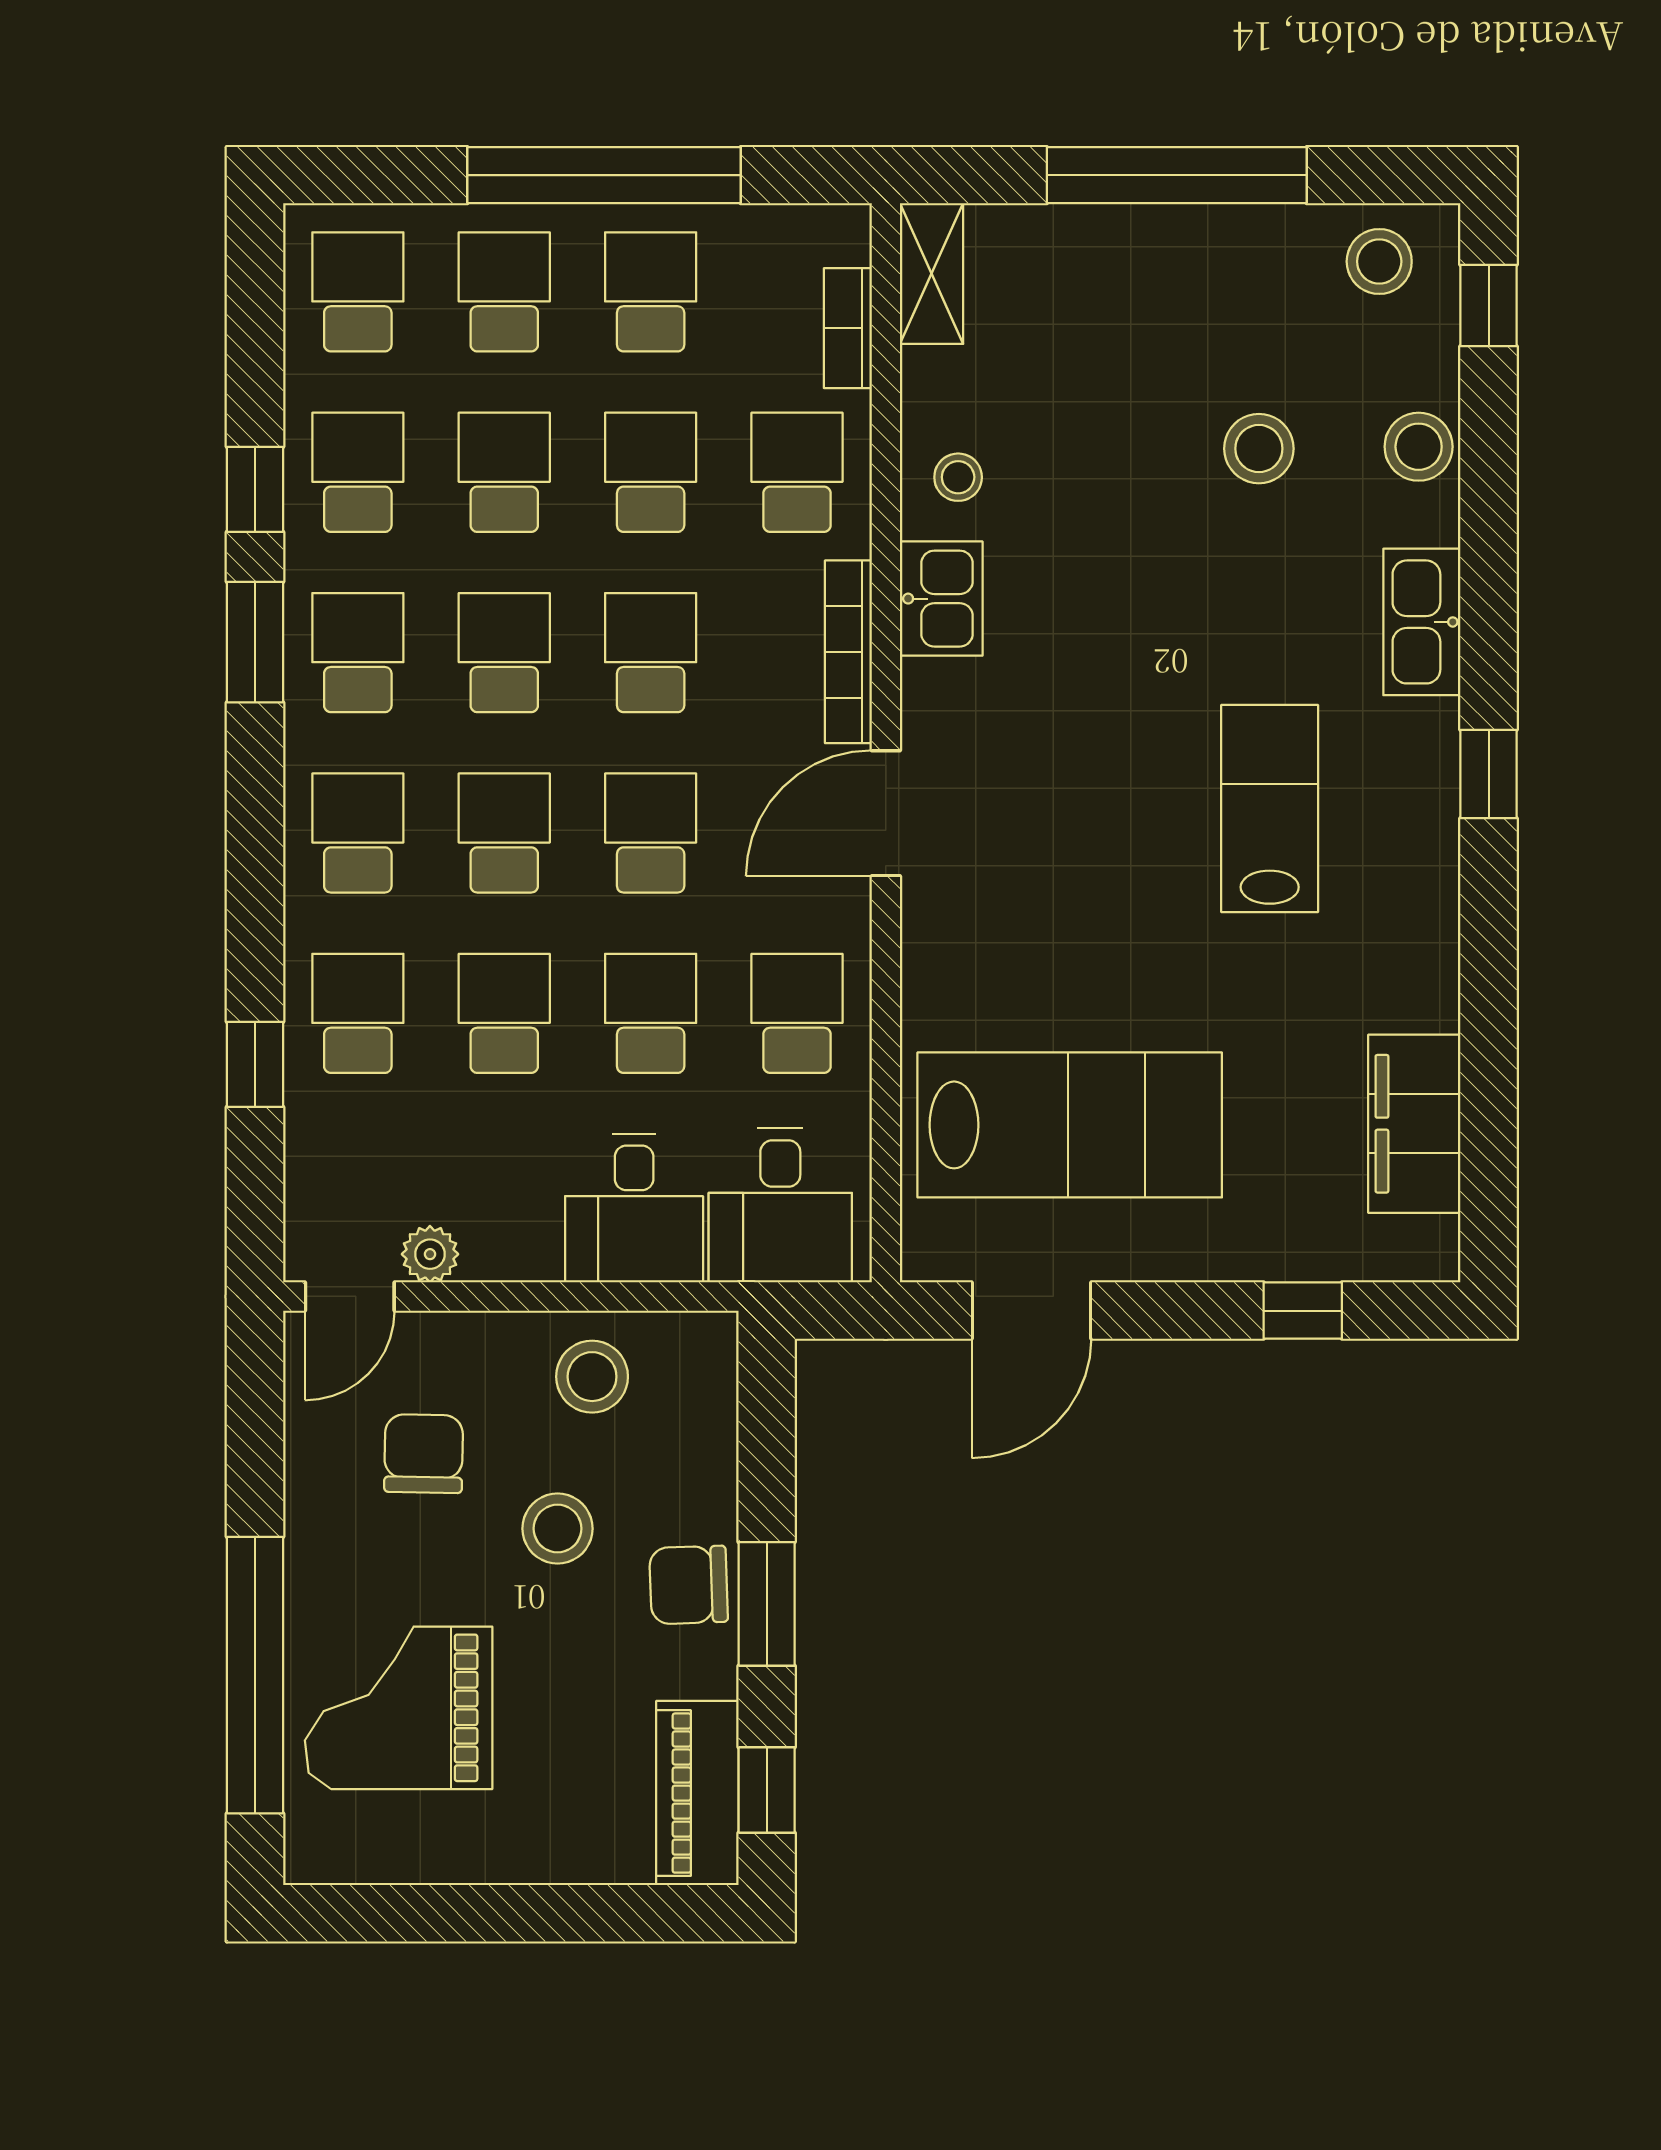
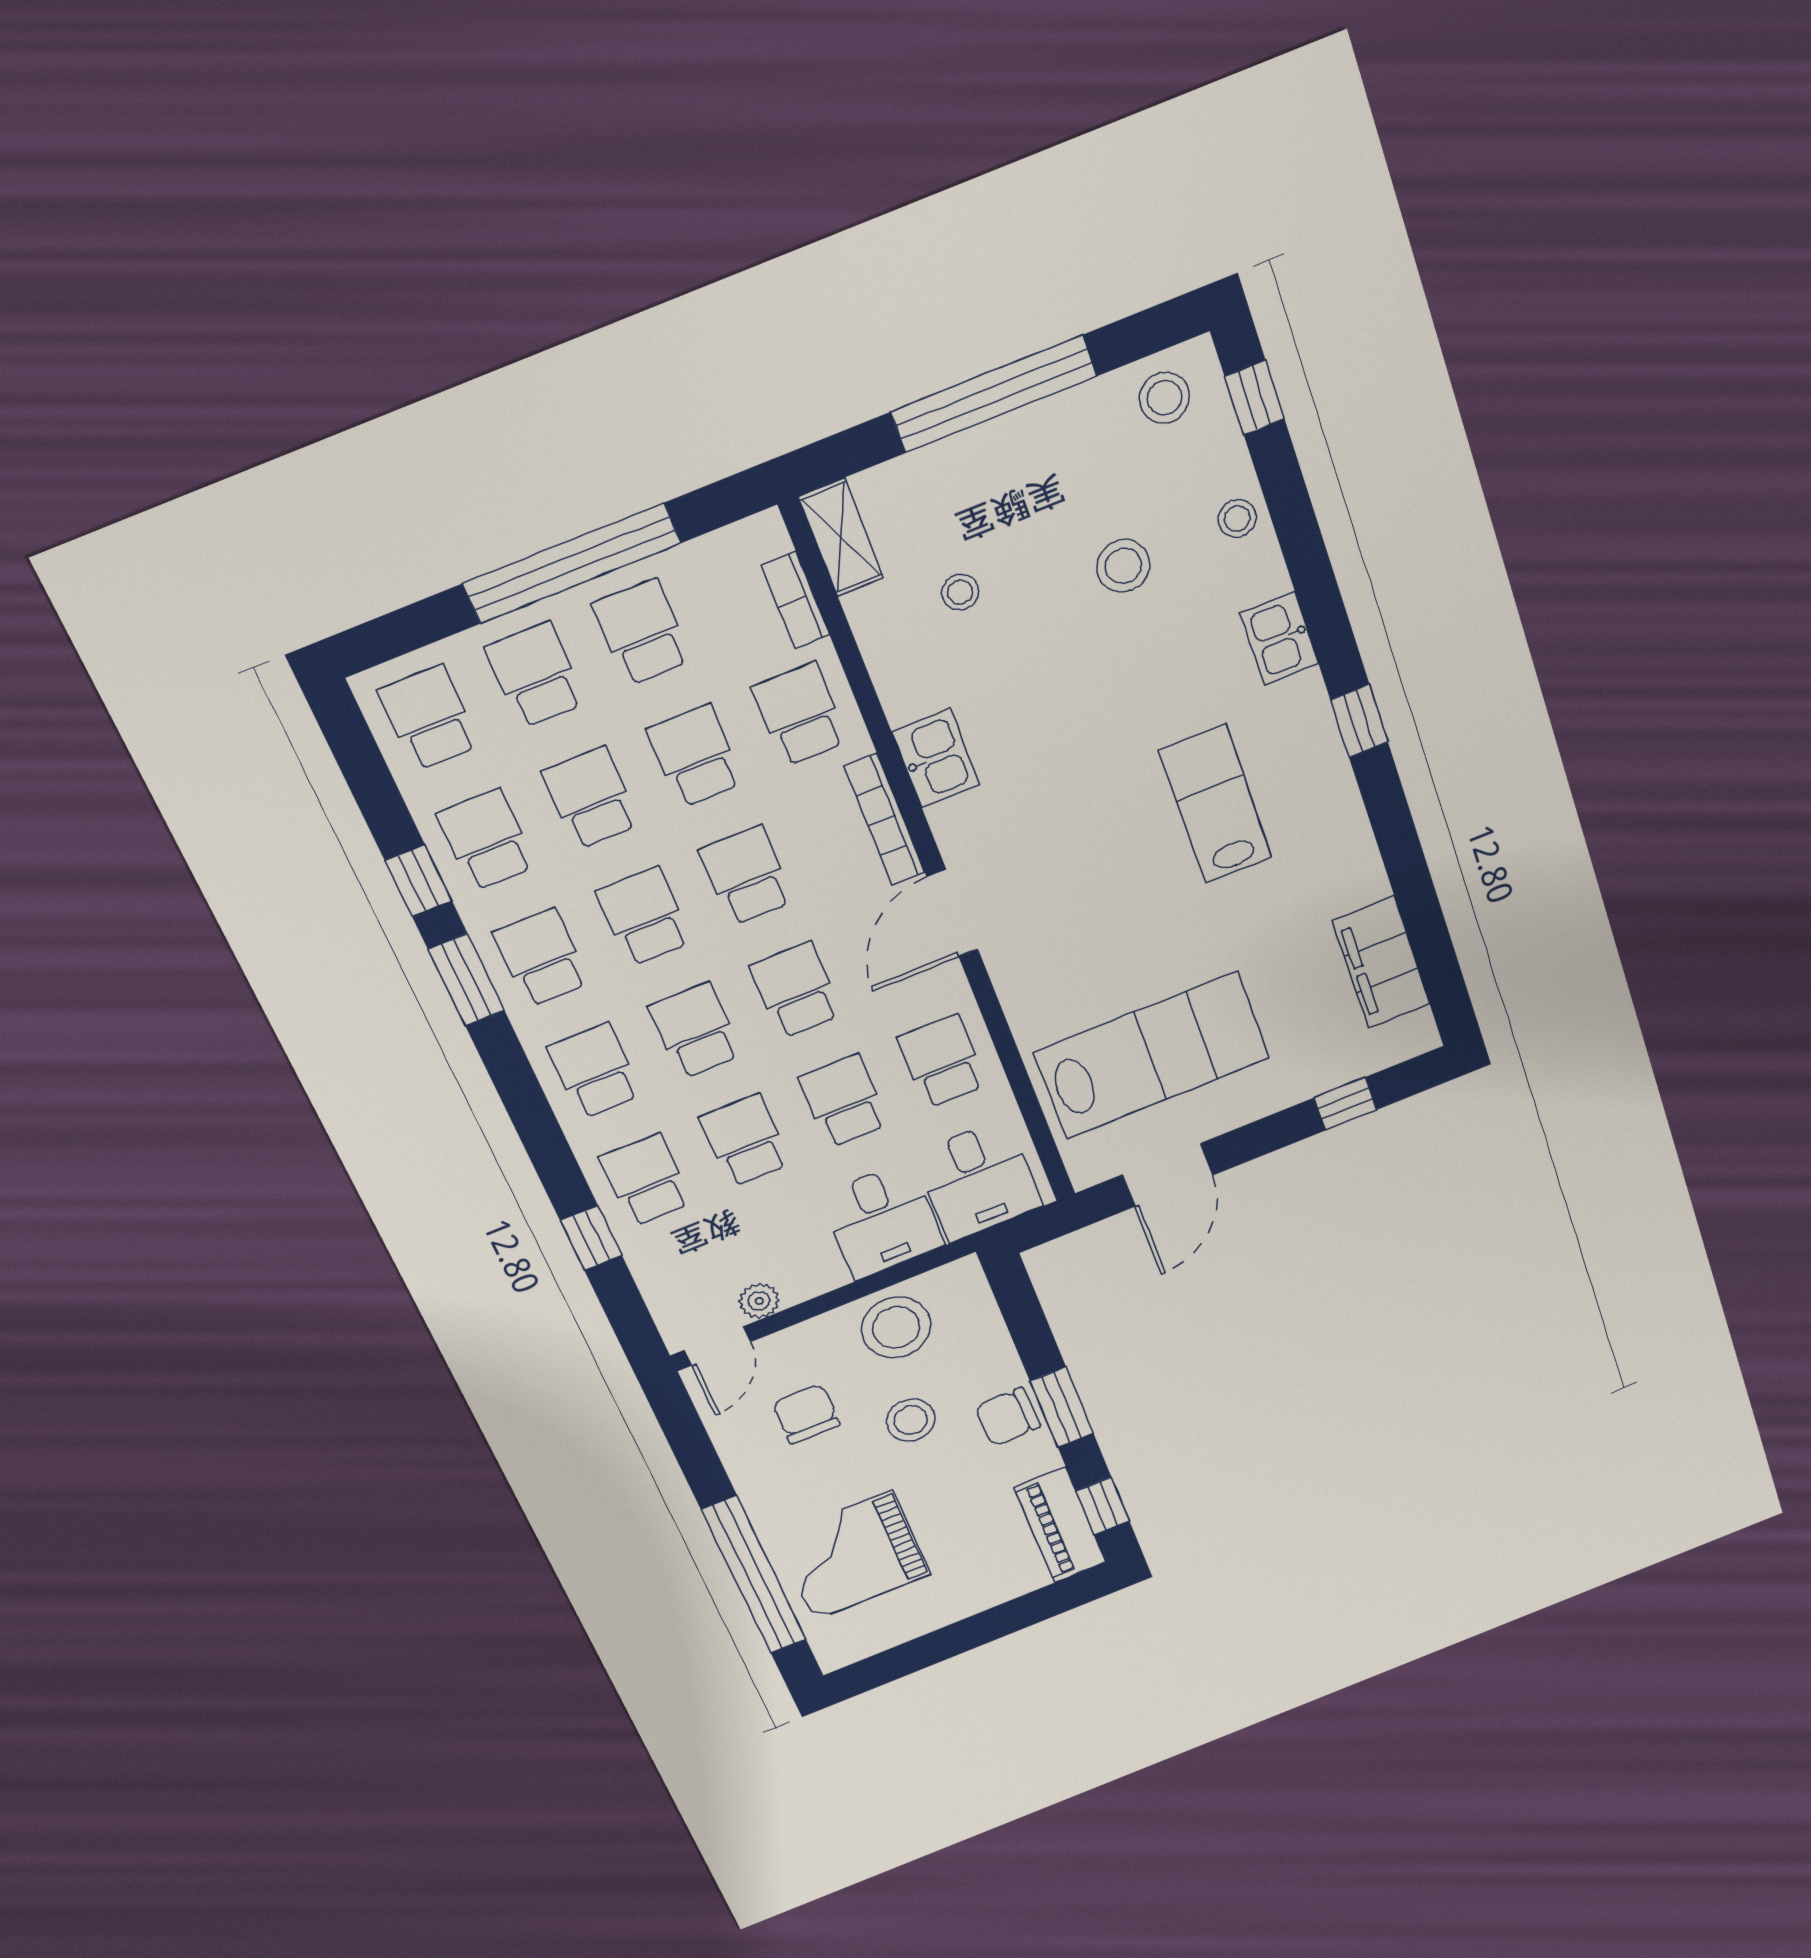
stool: (1419, 447) -> (1237, 519), width x0.73, depth x0.73
stool: (958, 477) -> (960, 592), moved
kitchen sink: (1422, 622) -> (1280, 638), width x0.73
stool: (592, 1377) -> (896, 1327), width x1.38, depth x1.38

